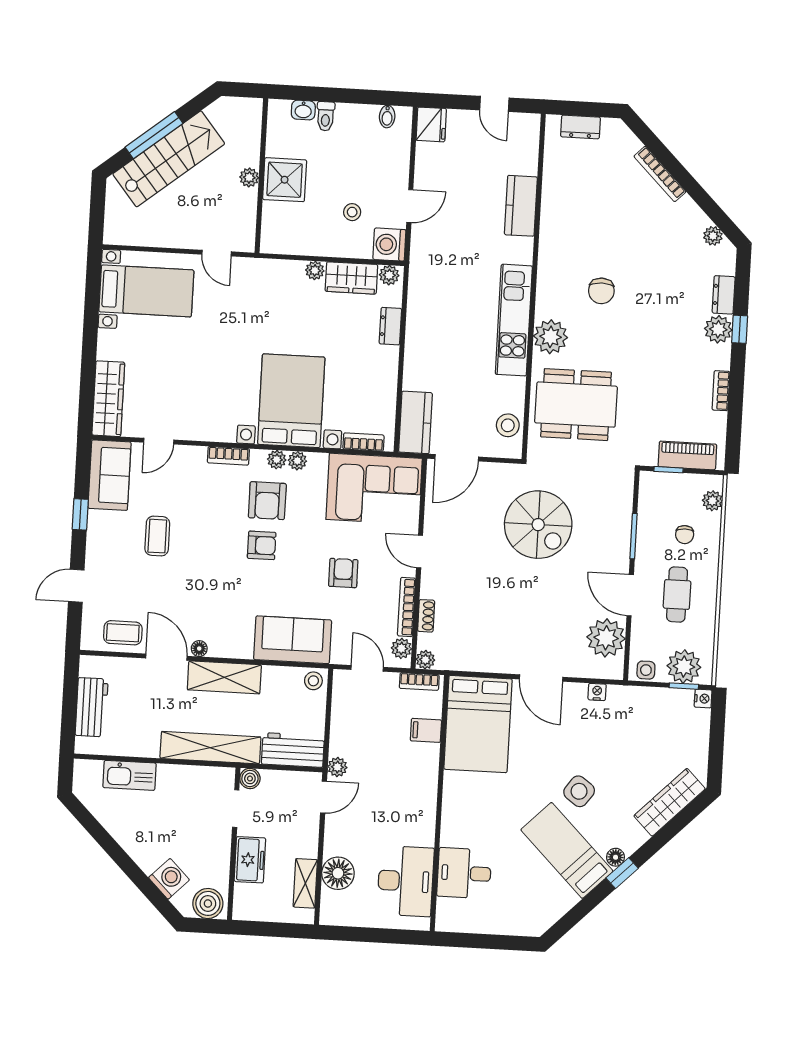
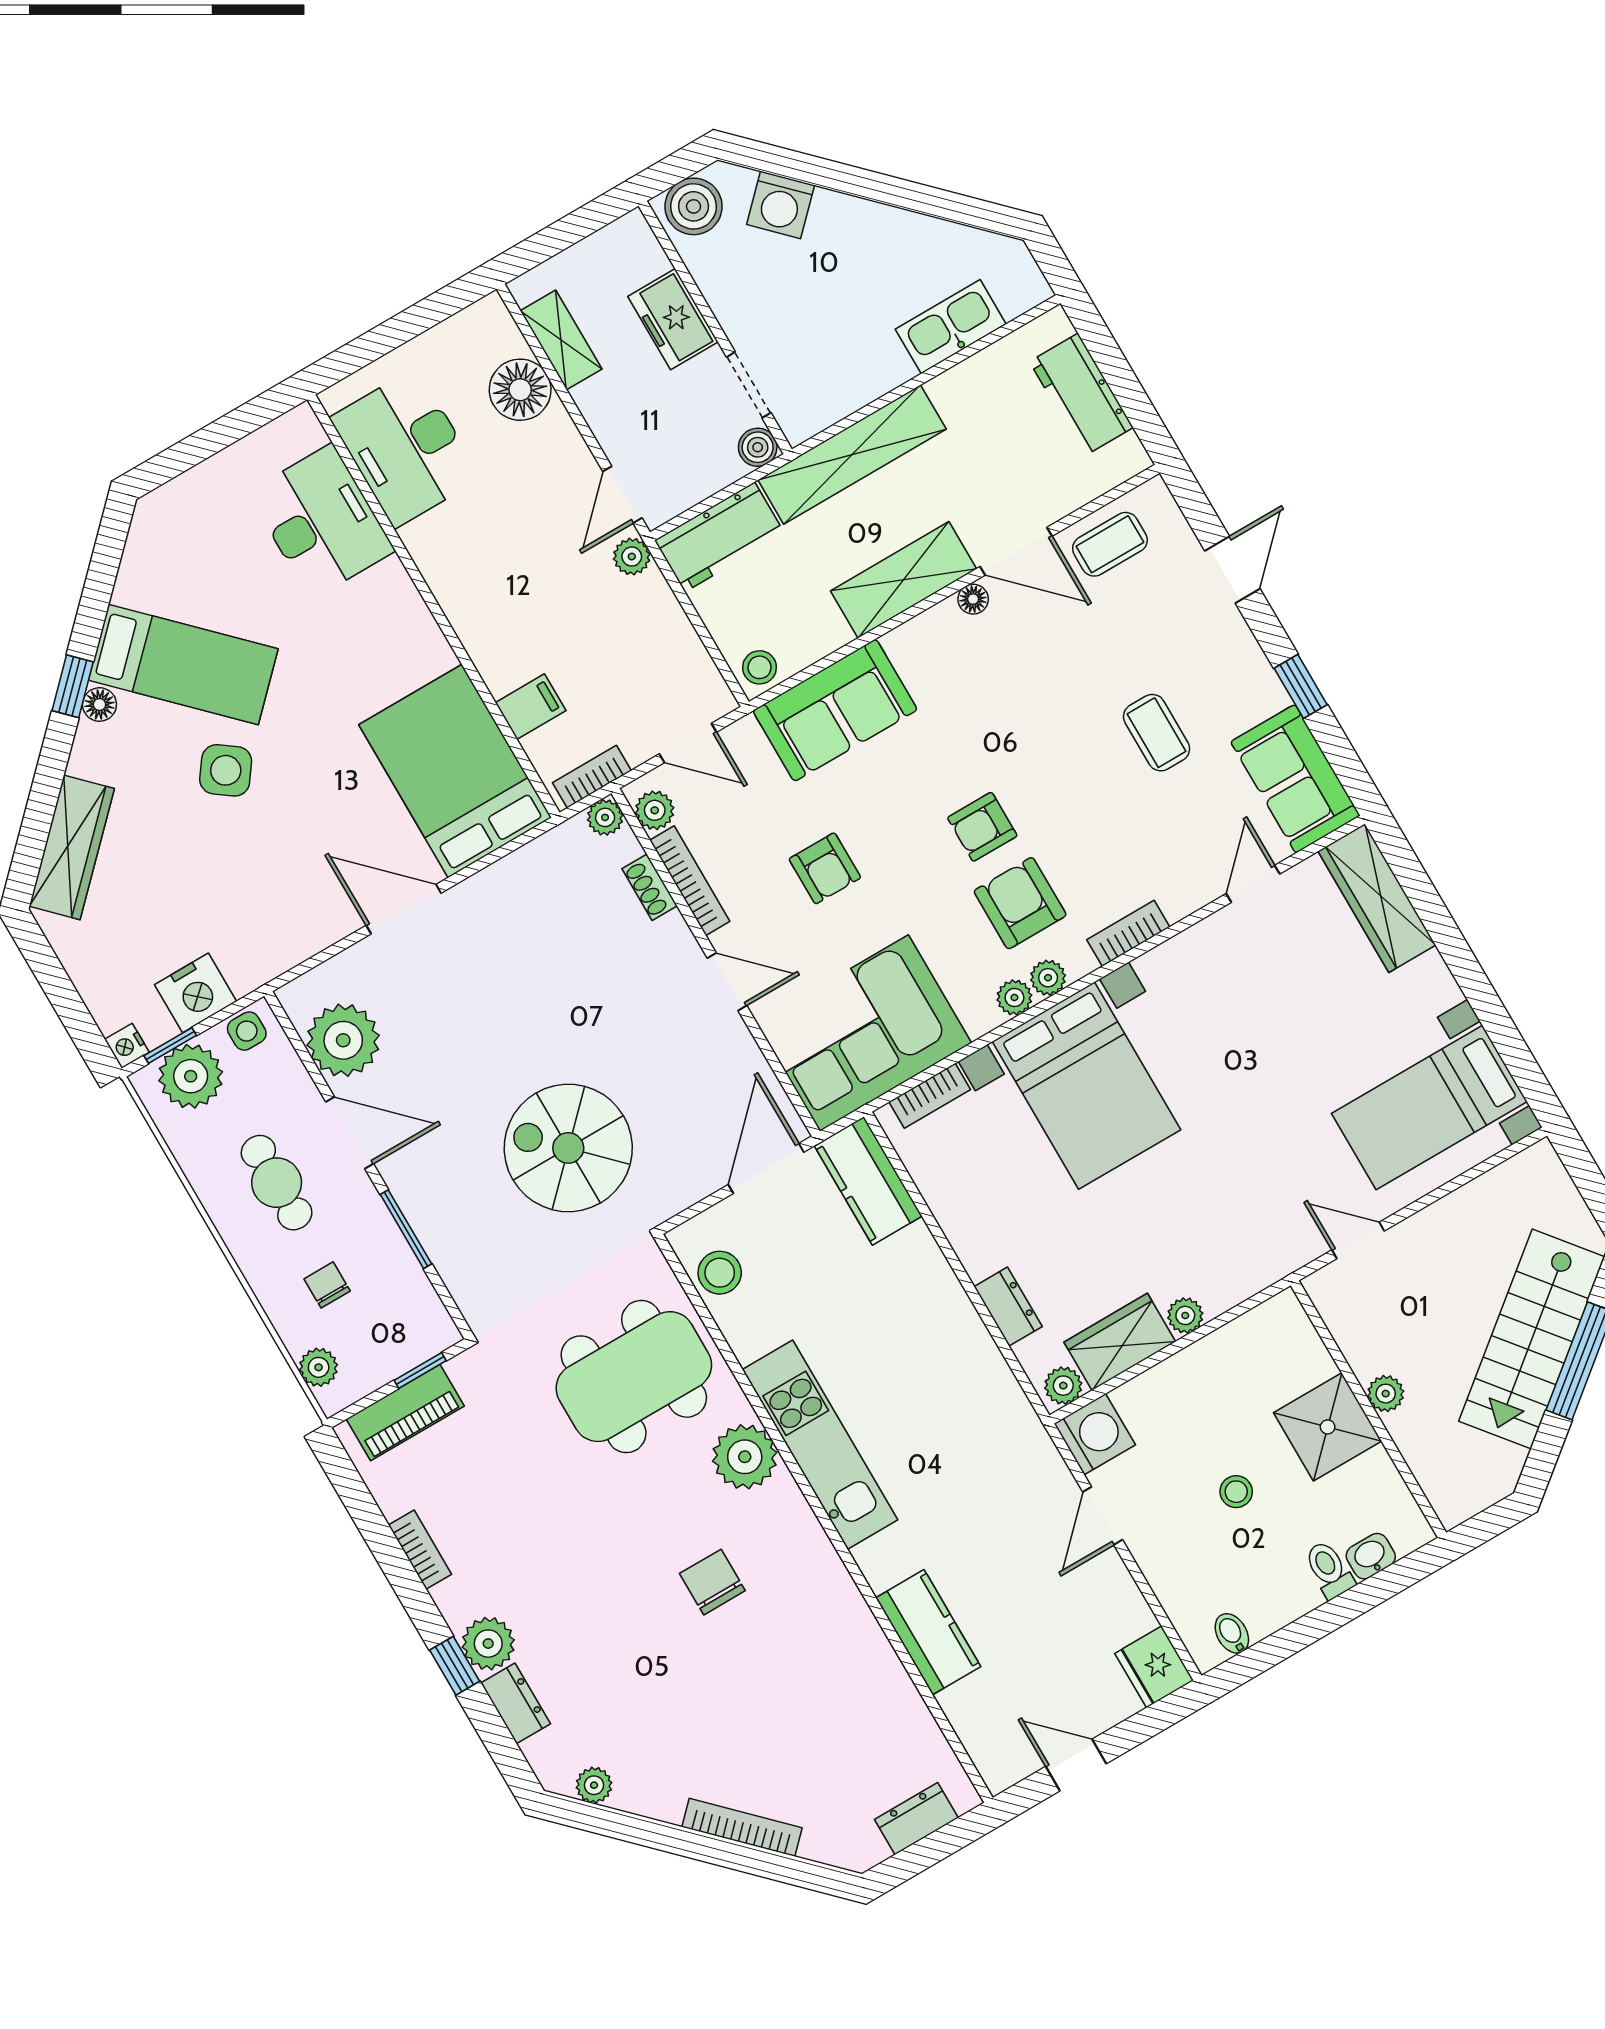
stool: (352, 212) -> (1236, 1492), moved
nightstand: (597, 692) -> (196, 993), moved, width x1.89, depth x1.79
desk: (464, 873) -> (321, 522), width x1.37

